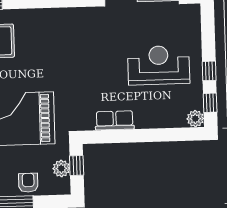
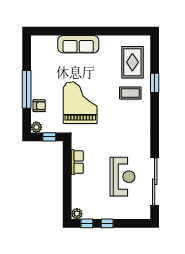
reception desk: (159, 65) -> (122, 177), moved
plant: (61, 168) -> (36, 127), moved

